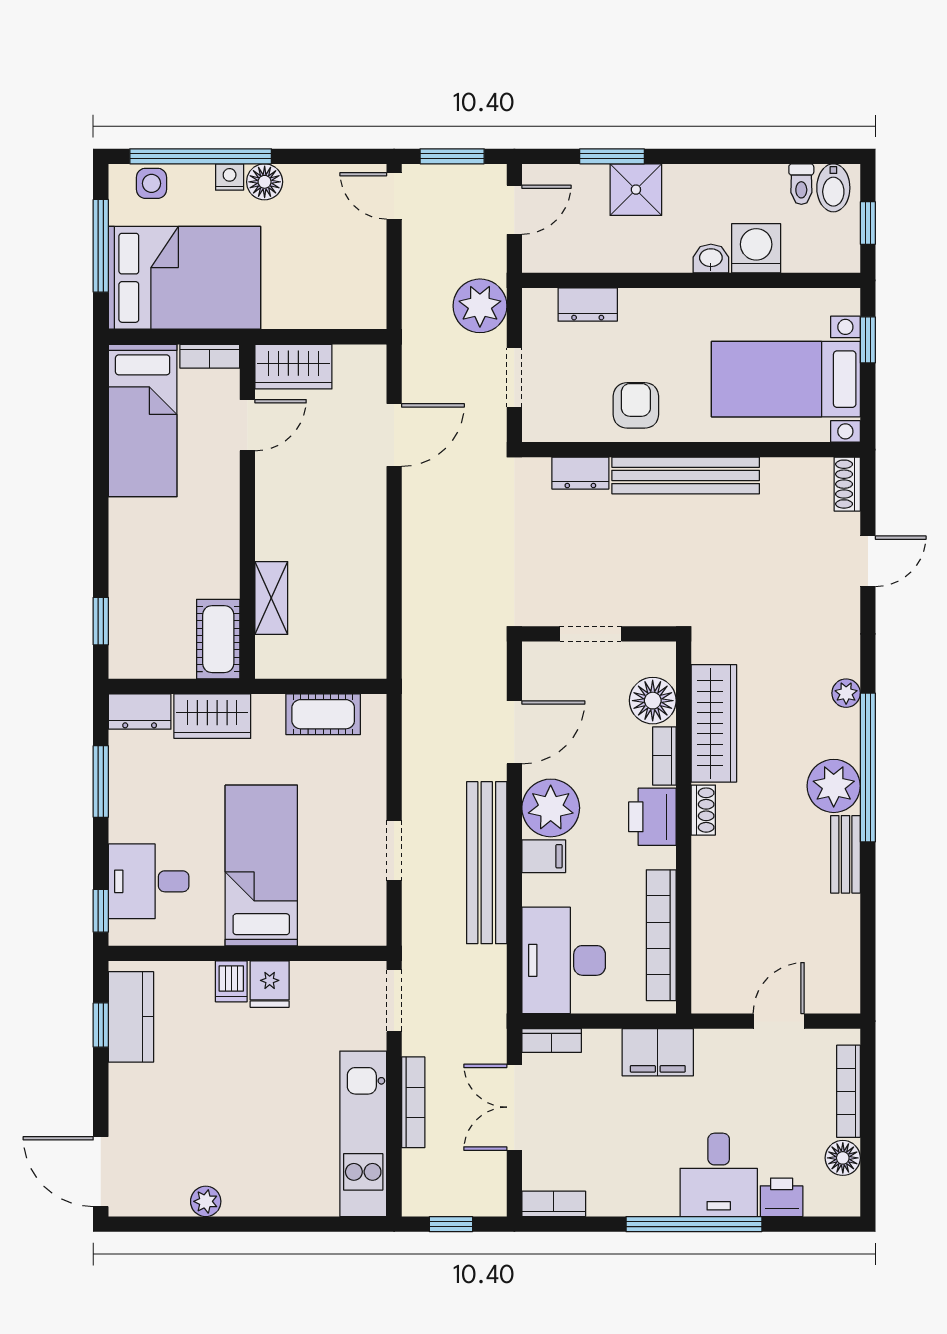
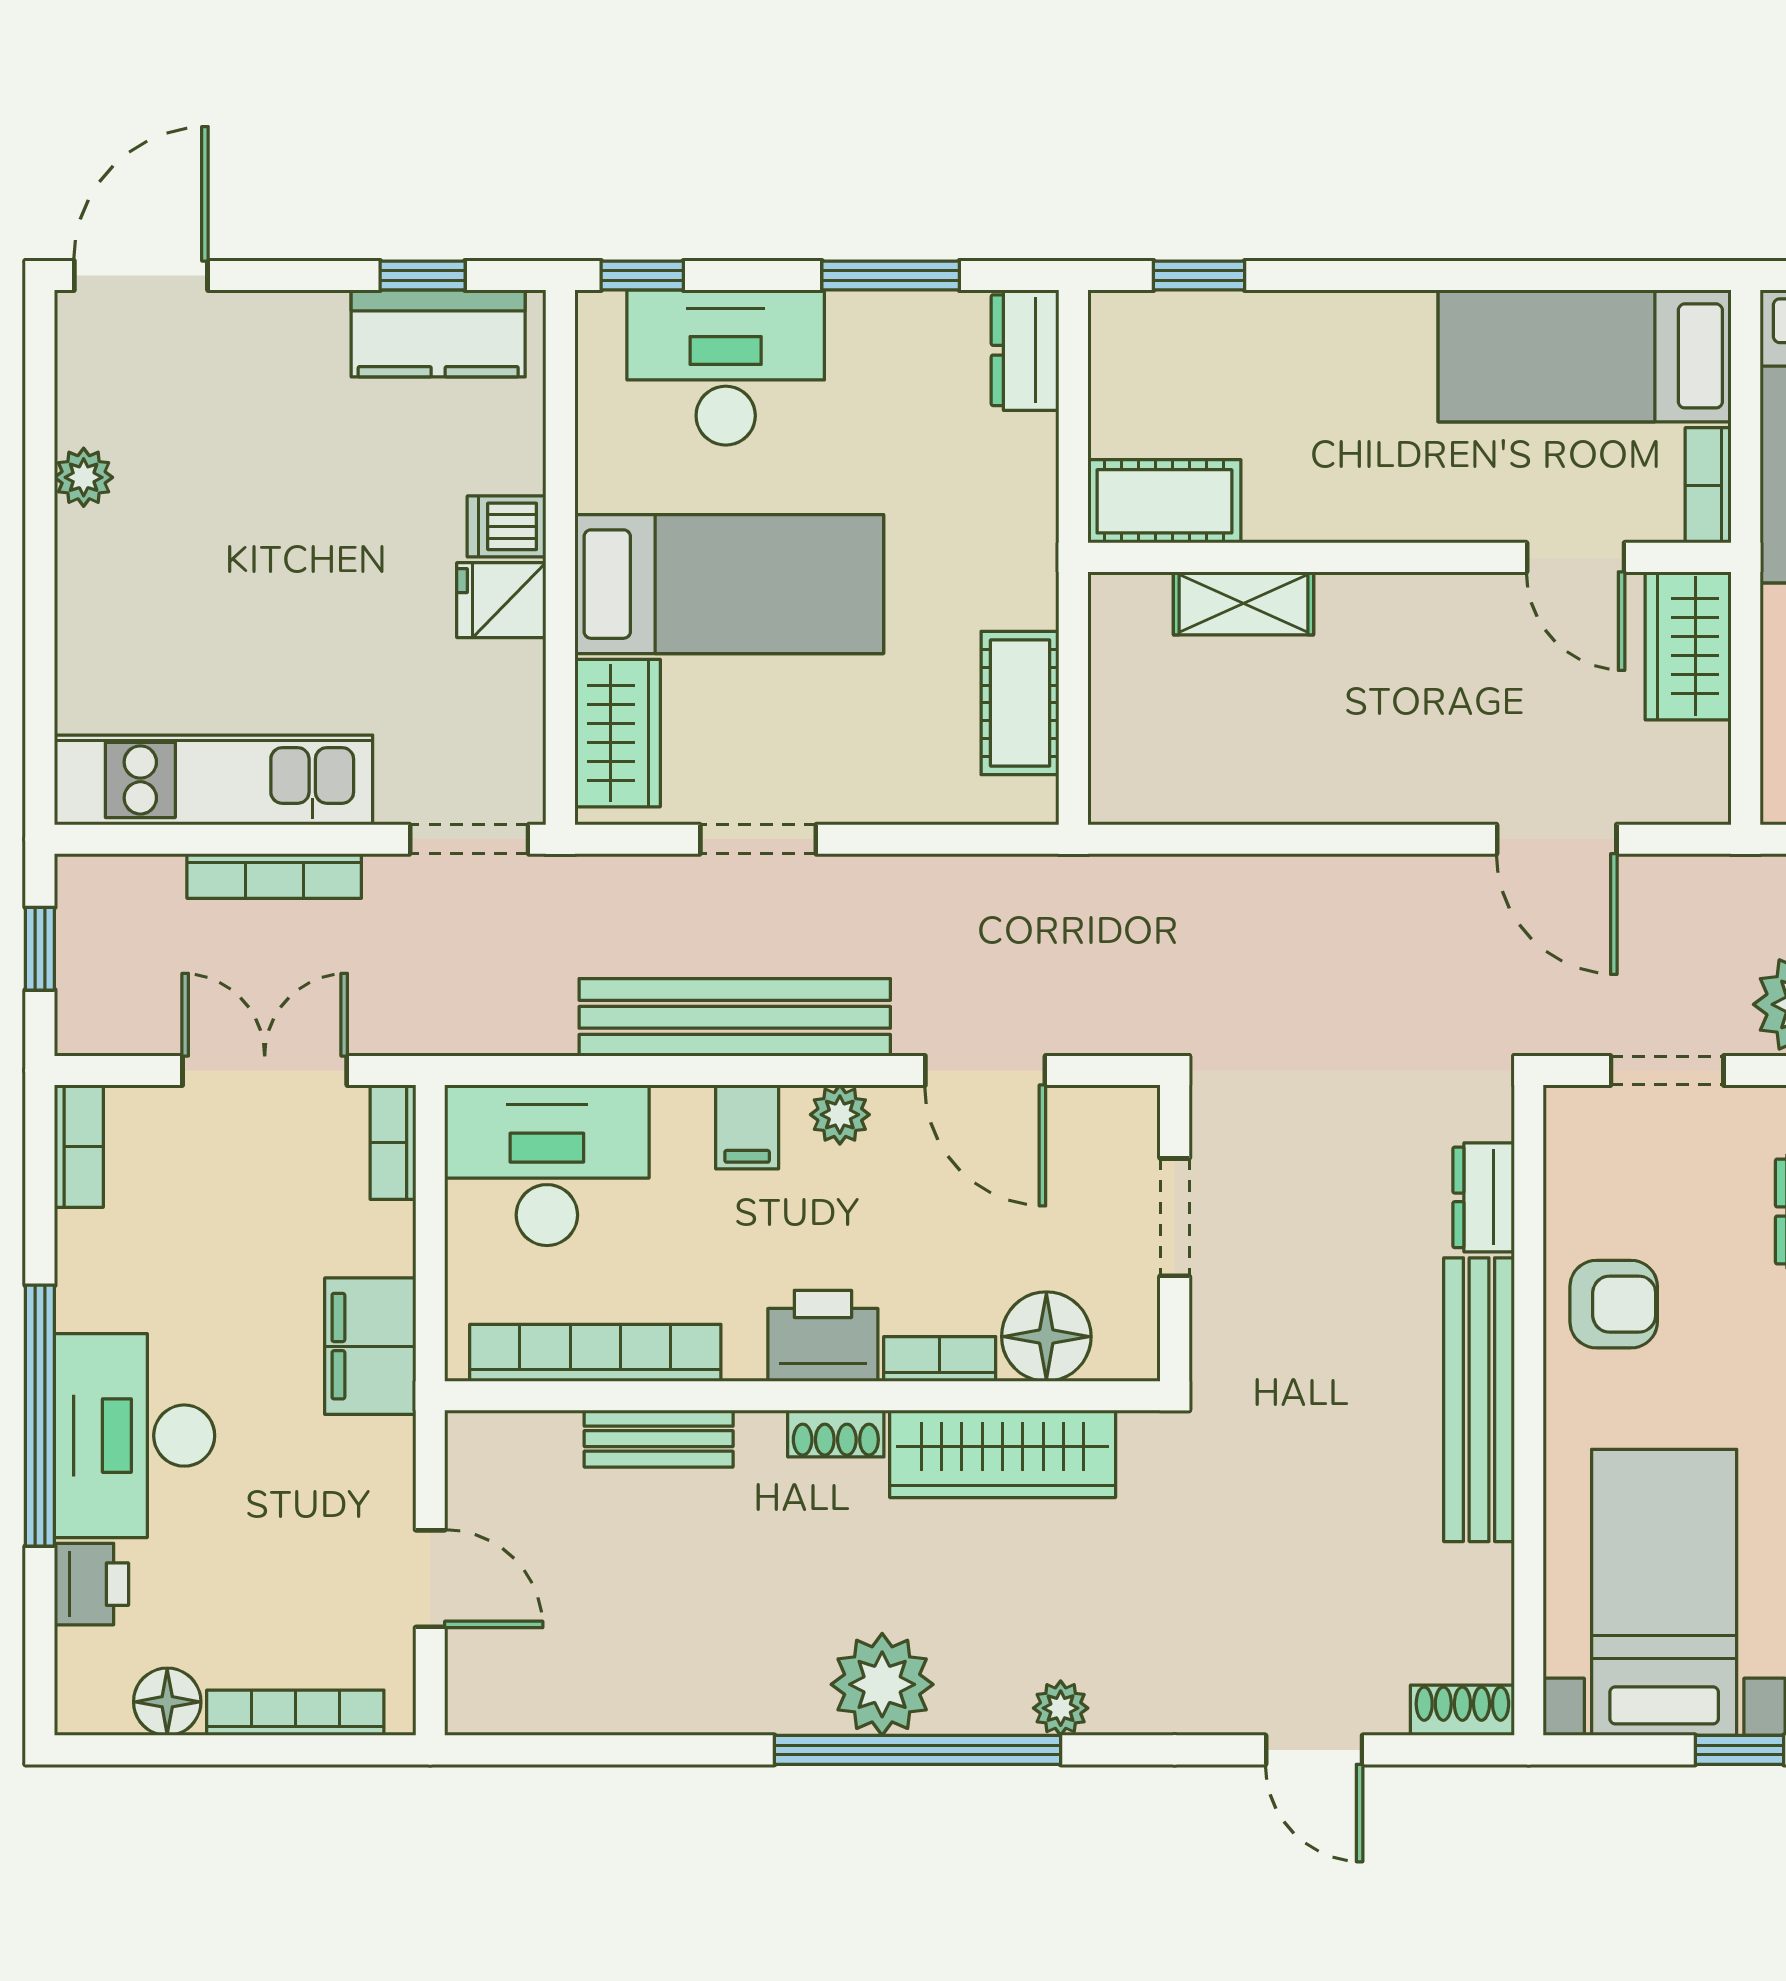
wardrobe: (212, 716) -> (618, 733), moved, turned 180
plant: (551, 808) -> (840, 1115), width x0.53, depth x0.53
bench: (845, 854) -> (659, 1439), moved
desk: (149, 881) -> (726, 368), width x1.37
desk: (719, 1175) -> (135, 1436), width x1.37

